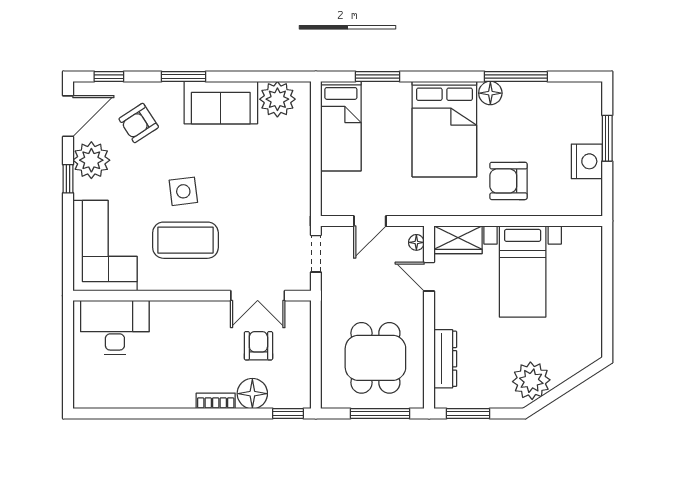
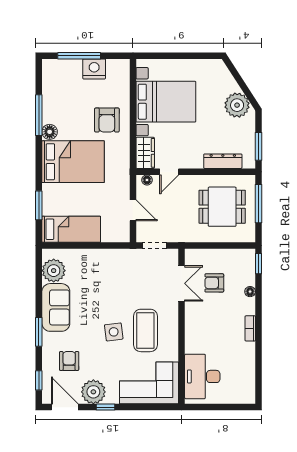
armchair: (139, 123) -> (69, 361), turned -147
window: (607, 138) -> (79, 56), width x1.44
bed with nightstands: (523, 271) -> (166, 102), width x1.36
floor lamp: (252, 394) -> (250, 292), width x0.53, depth x0.53
bookcase: (216, 401) -> (250, 328), moved

